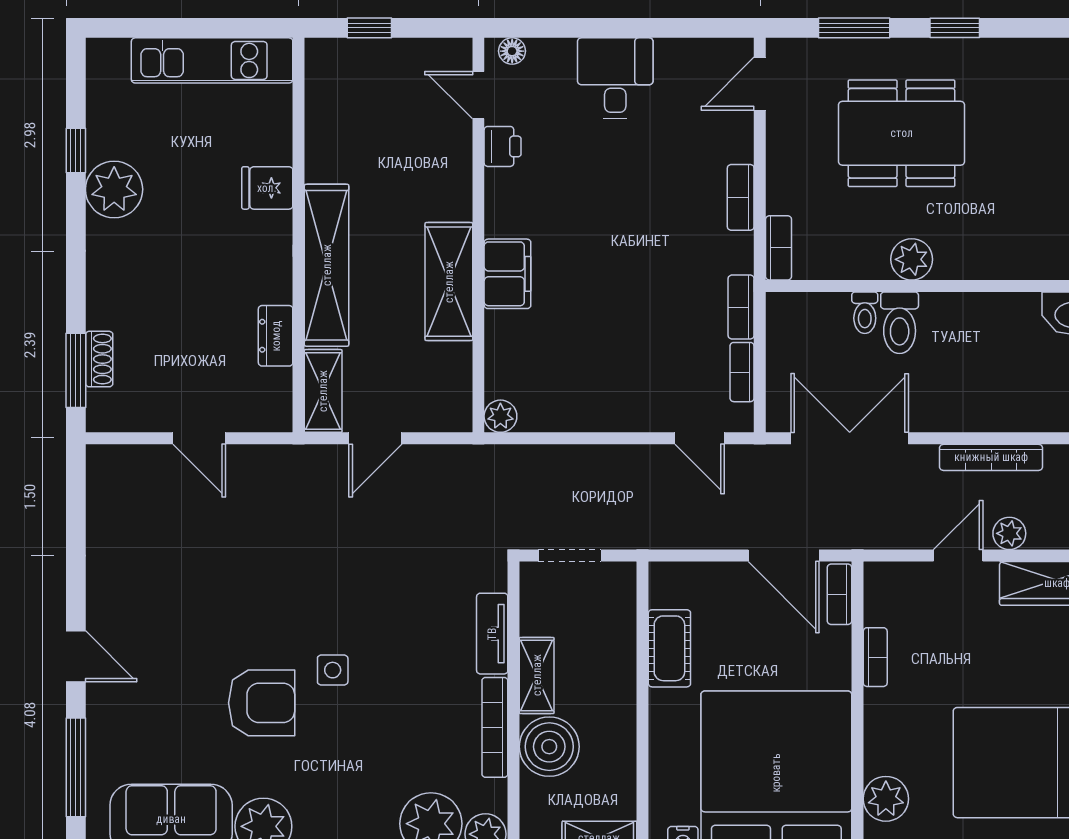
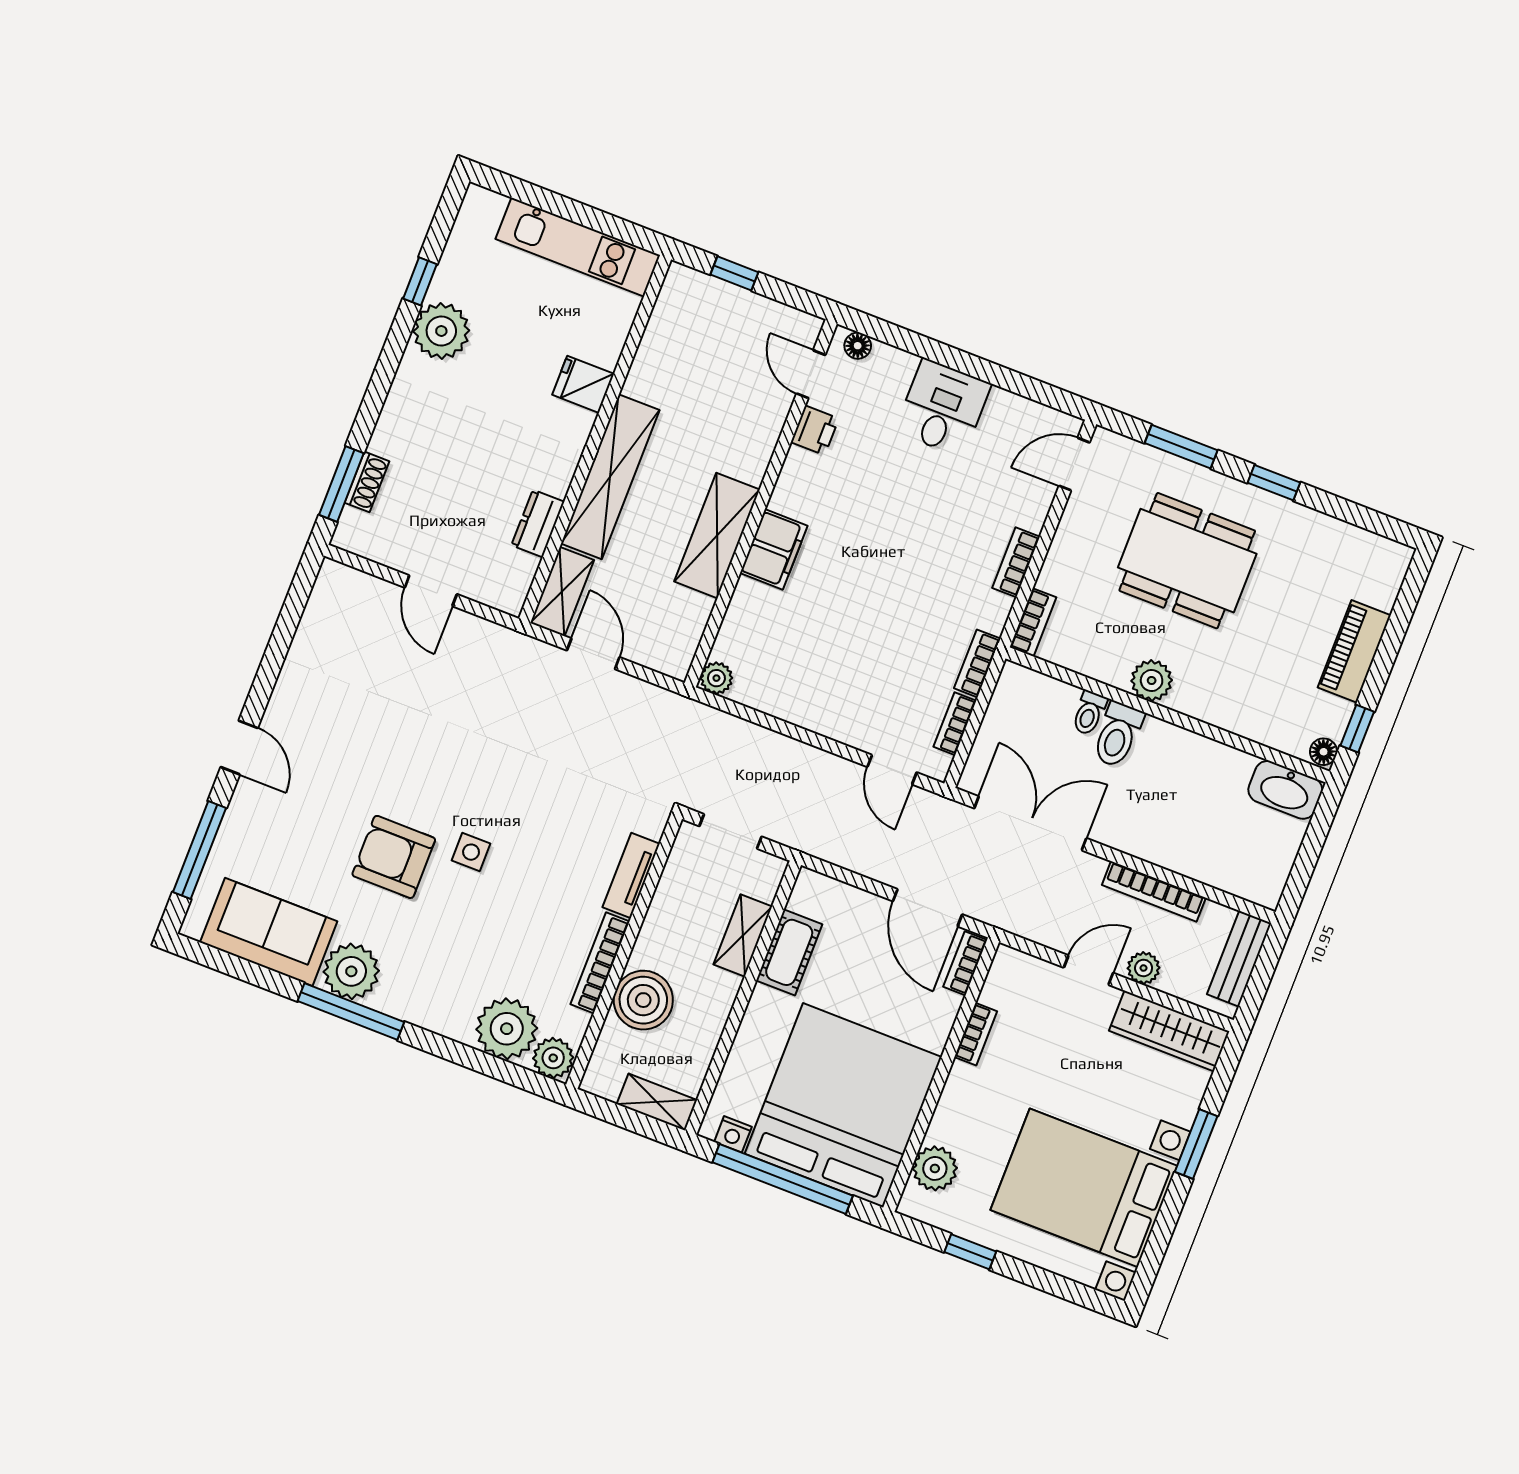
door: (375, 438) -> (593, 654), swing flipped
shelving: (537, 675) -> (743, 935), moved
armchair: (262, 703) -> (394, 857), turned 180

